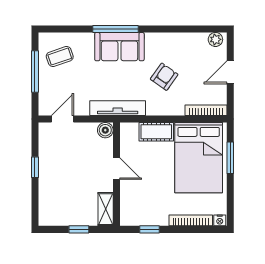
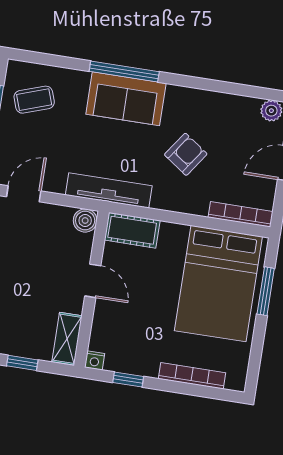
cot: (156, 132) -> (132, 230), moved
nightstand: (220, 220) -> (95, 360), moved

